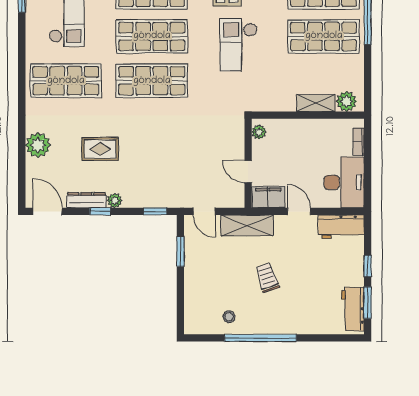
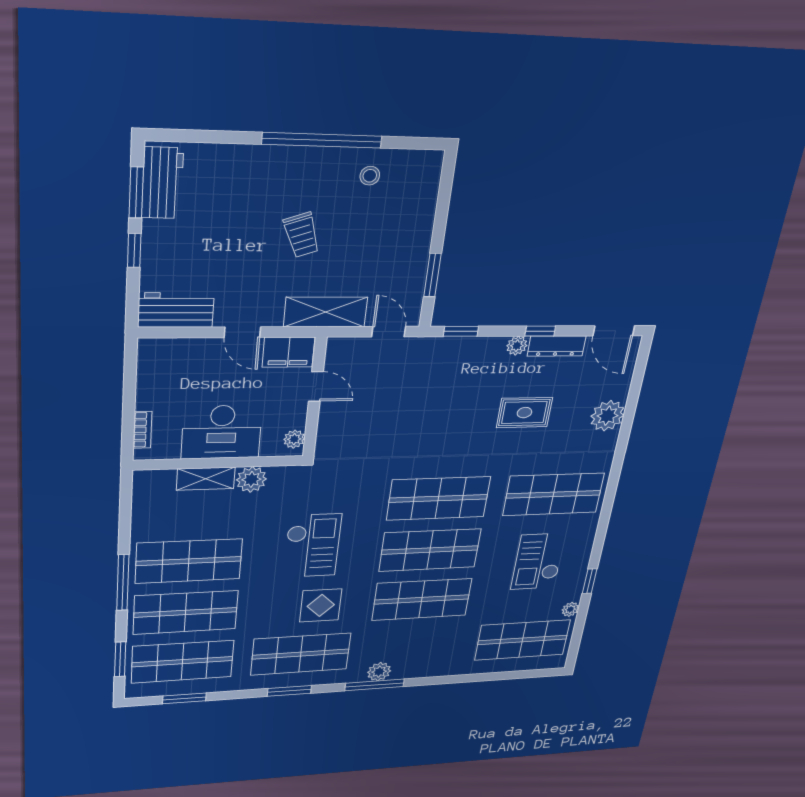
plant: (346, 101) -> (251, 479), moved
desk: (344, 182) -> (222, 432), moved, turned -90

